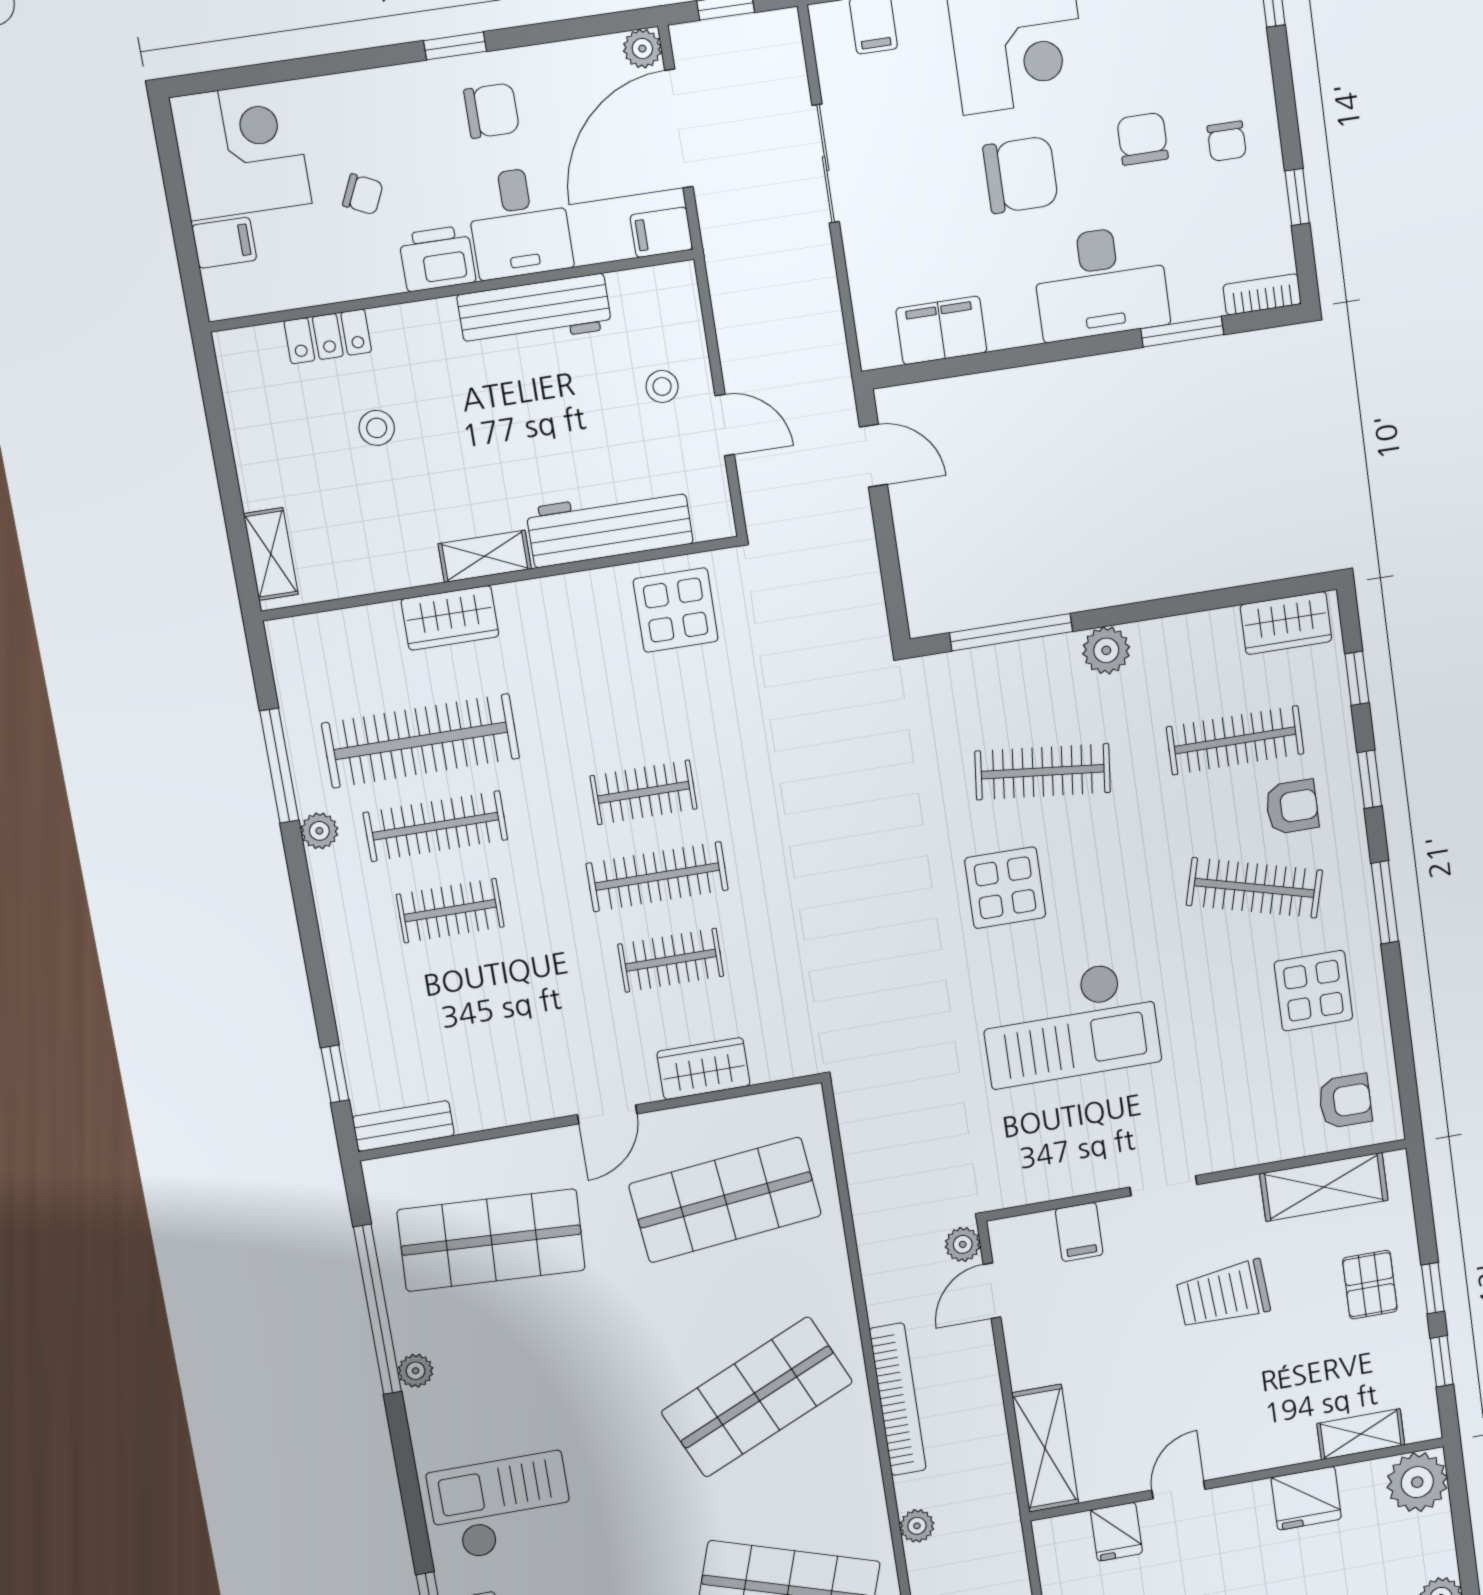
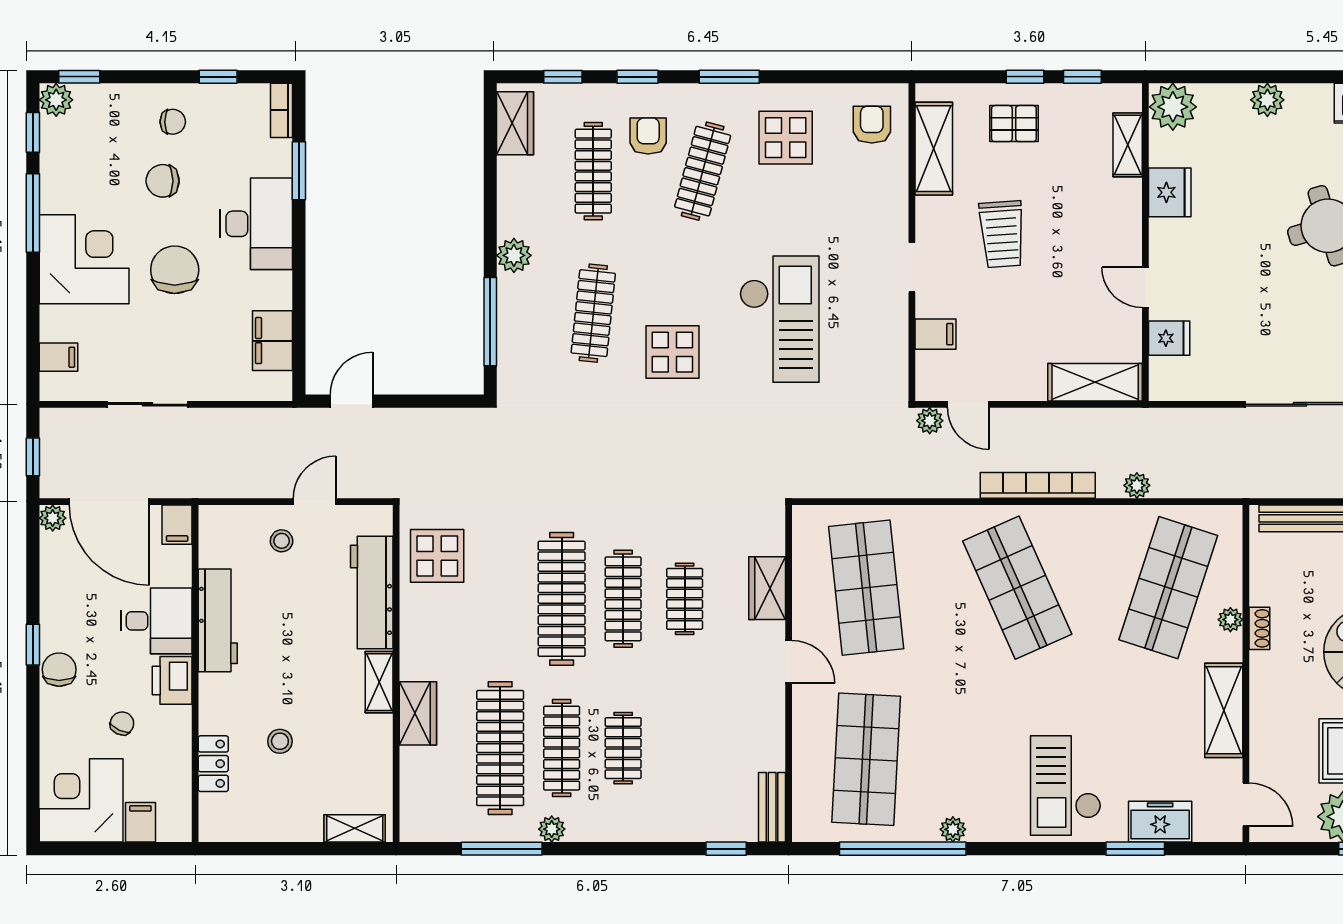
chair: (492, 111) -> (59, 670), moved
clothes rail: (644, 792) -> (562, 599), width x1.86, depth x1.31

